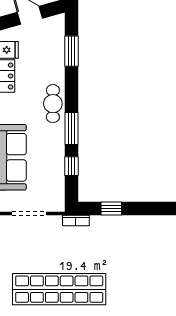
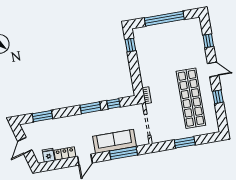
cafe table: (53, 104) -> (77, 122), removed
window: (111, 209) -> (130, 45), moved

